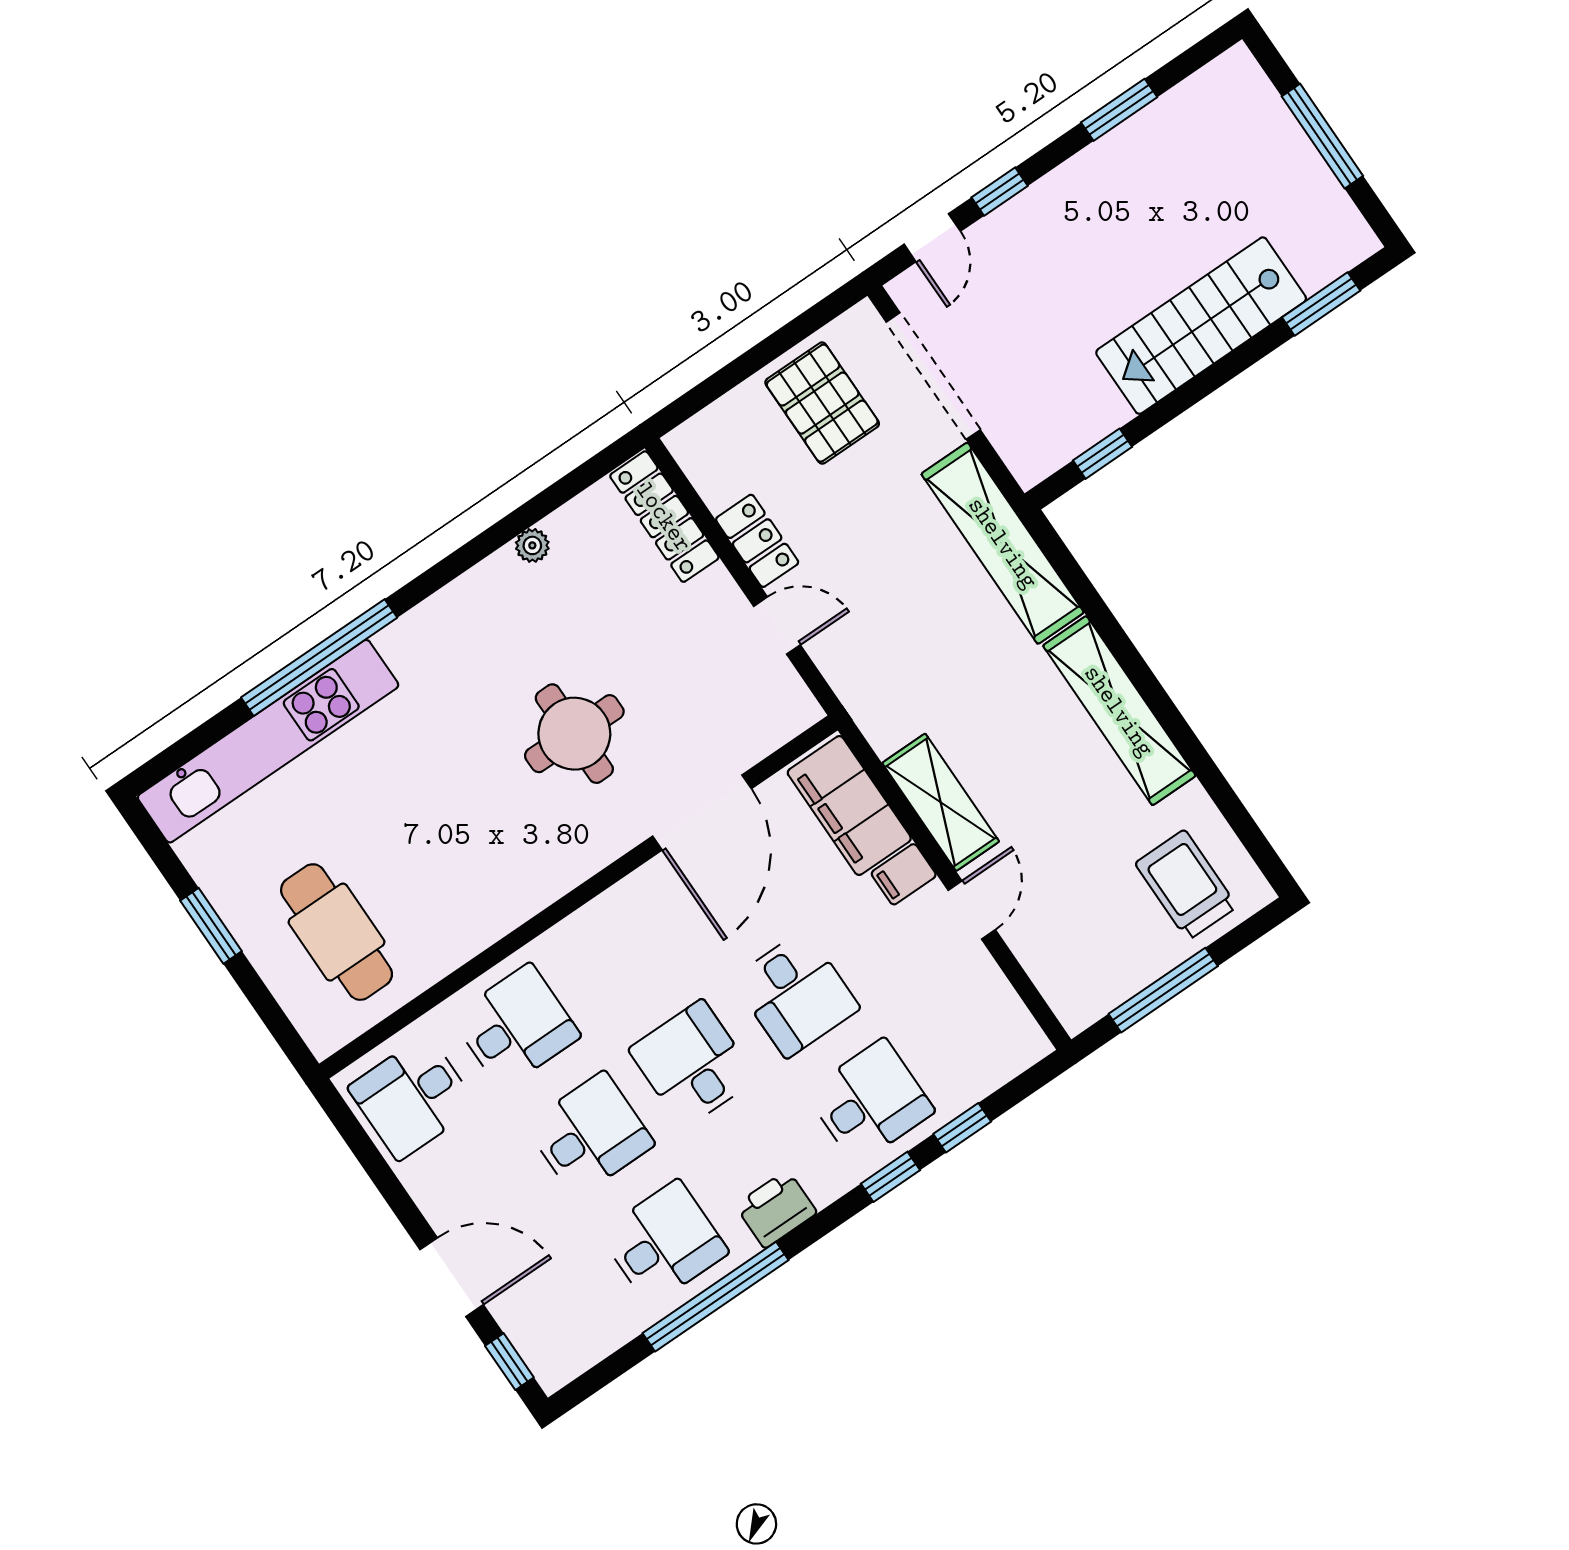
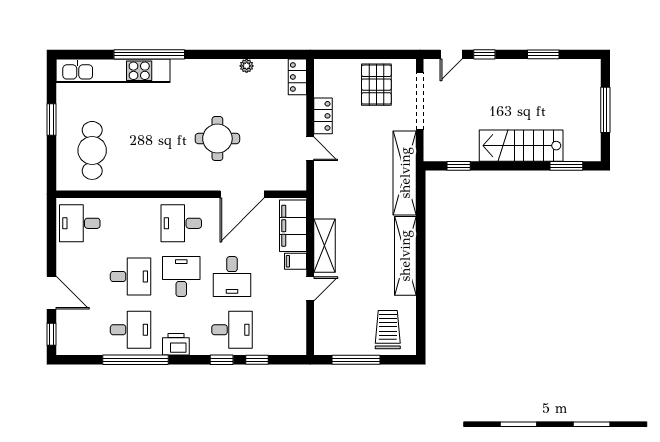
locker: (664, 517) -> (297, 77), width x0.66
desk: (516, 1027) -> (181, 223), moved, turned 180

